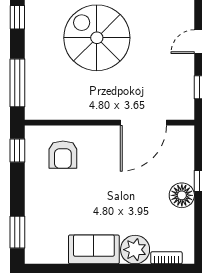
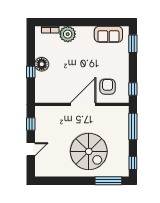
door: (143, 123) -> (83, 104), moved
sofa: (94, 249) -> (108, 34), moved

